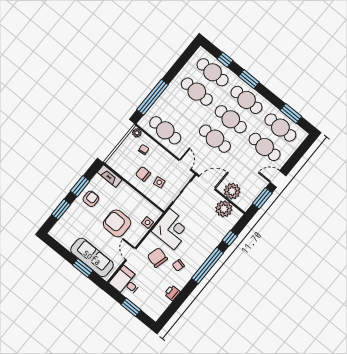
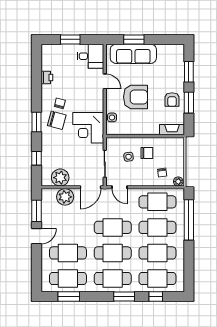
cafe table: (181, 111) -> (157, 227), added
chair: (157, 258) -> (57, 120), moved
window: (208, 266) -> (37, 122), width x0.47

